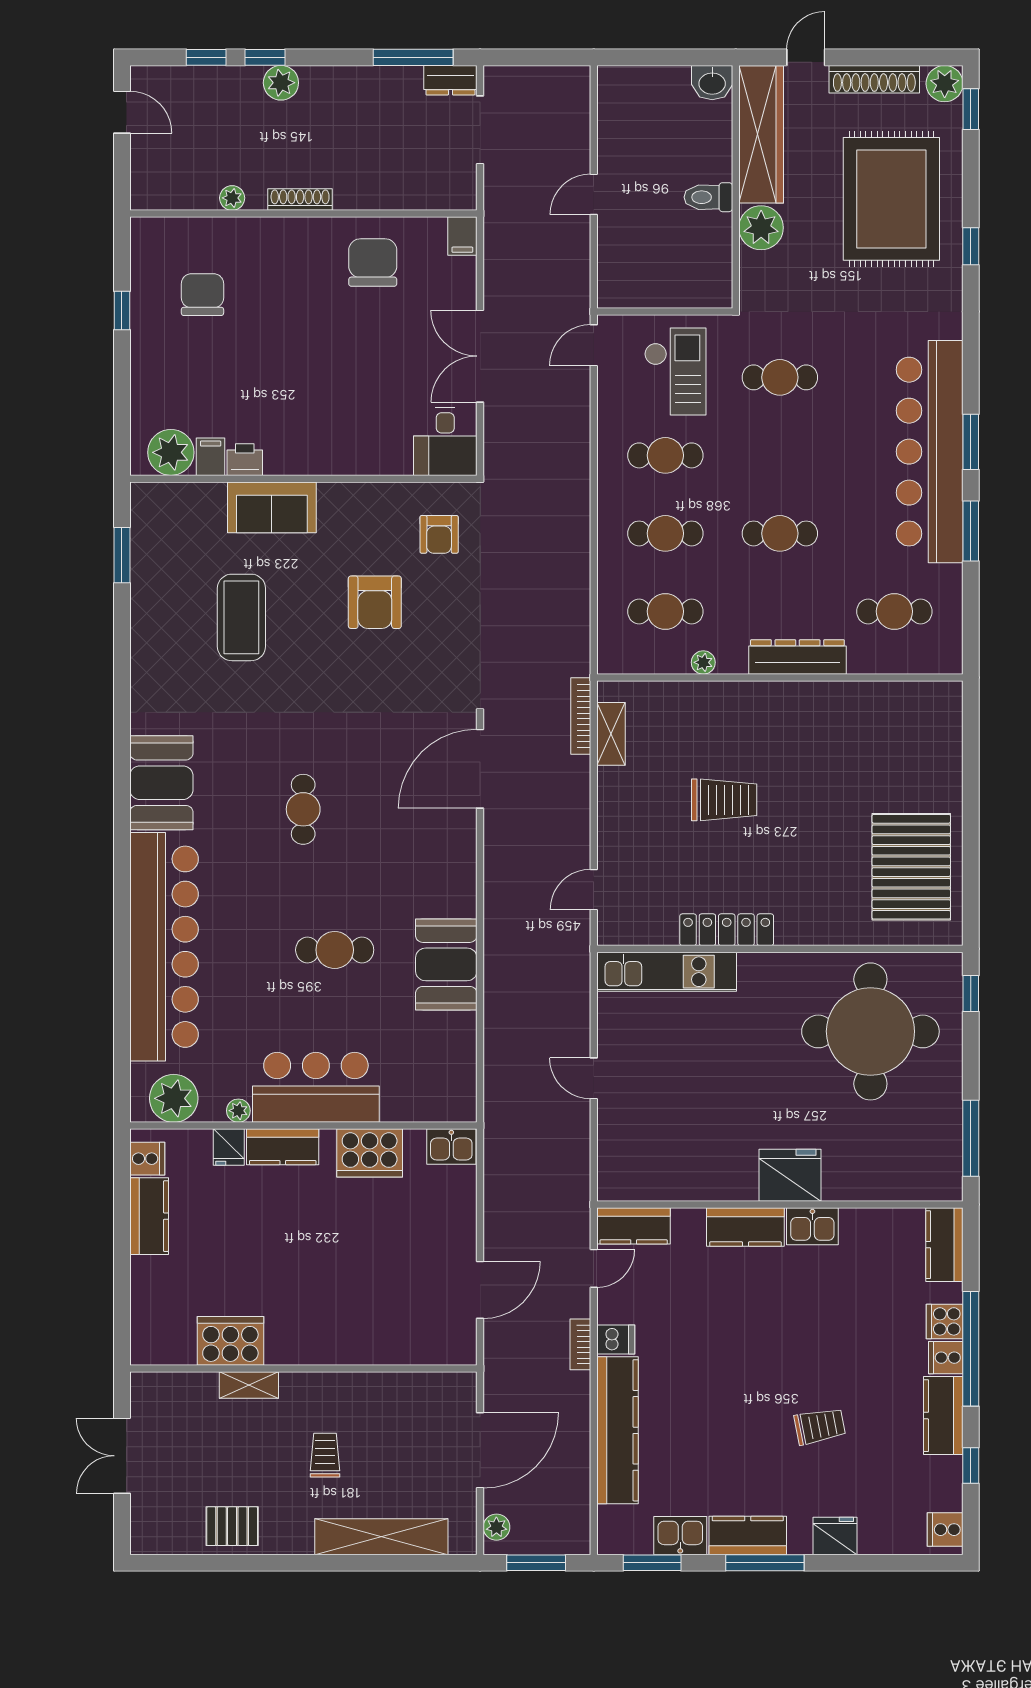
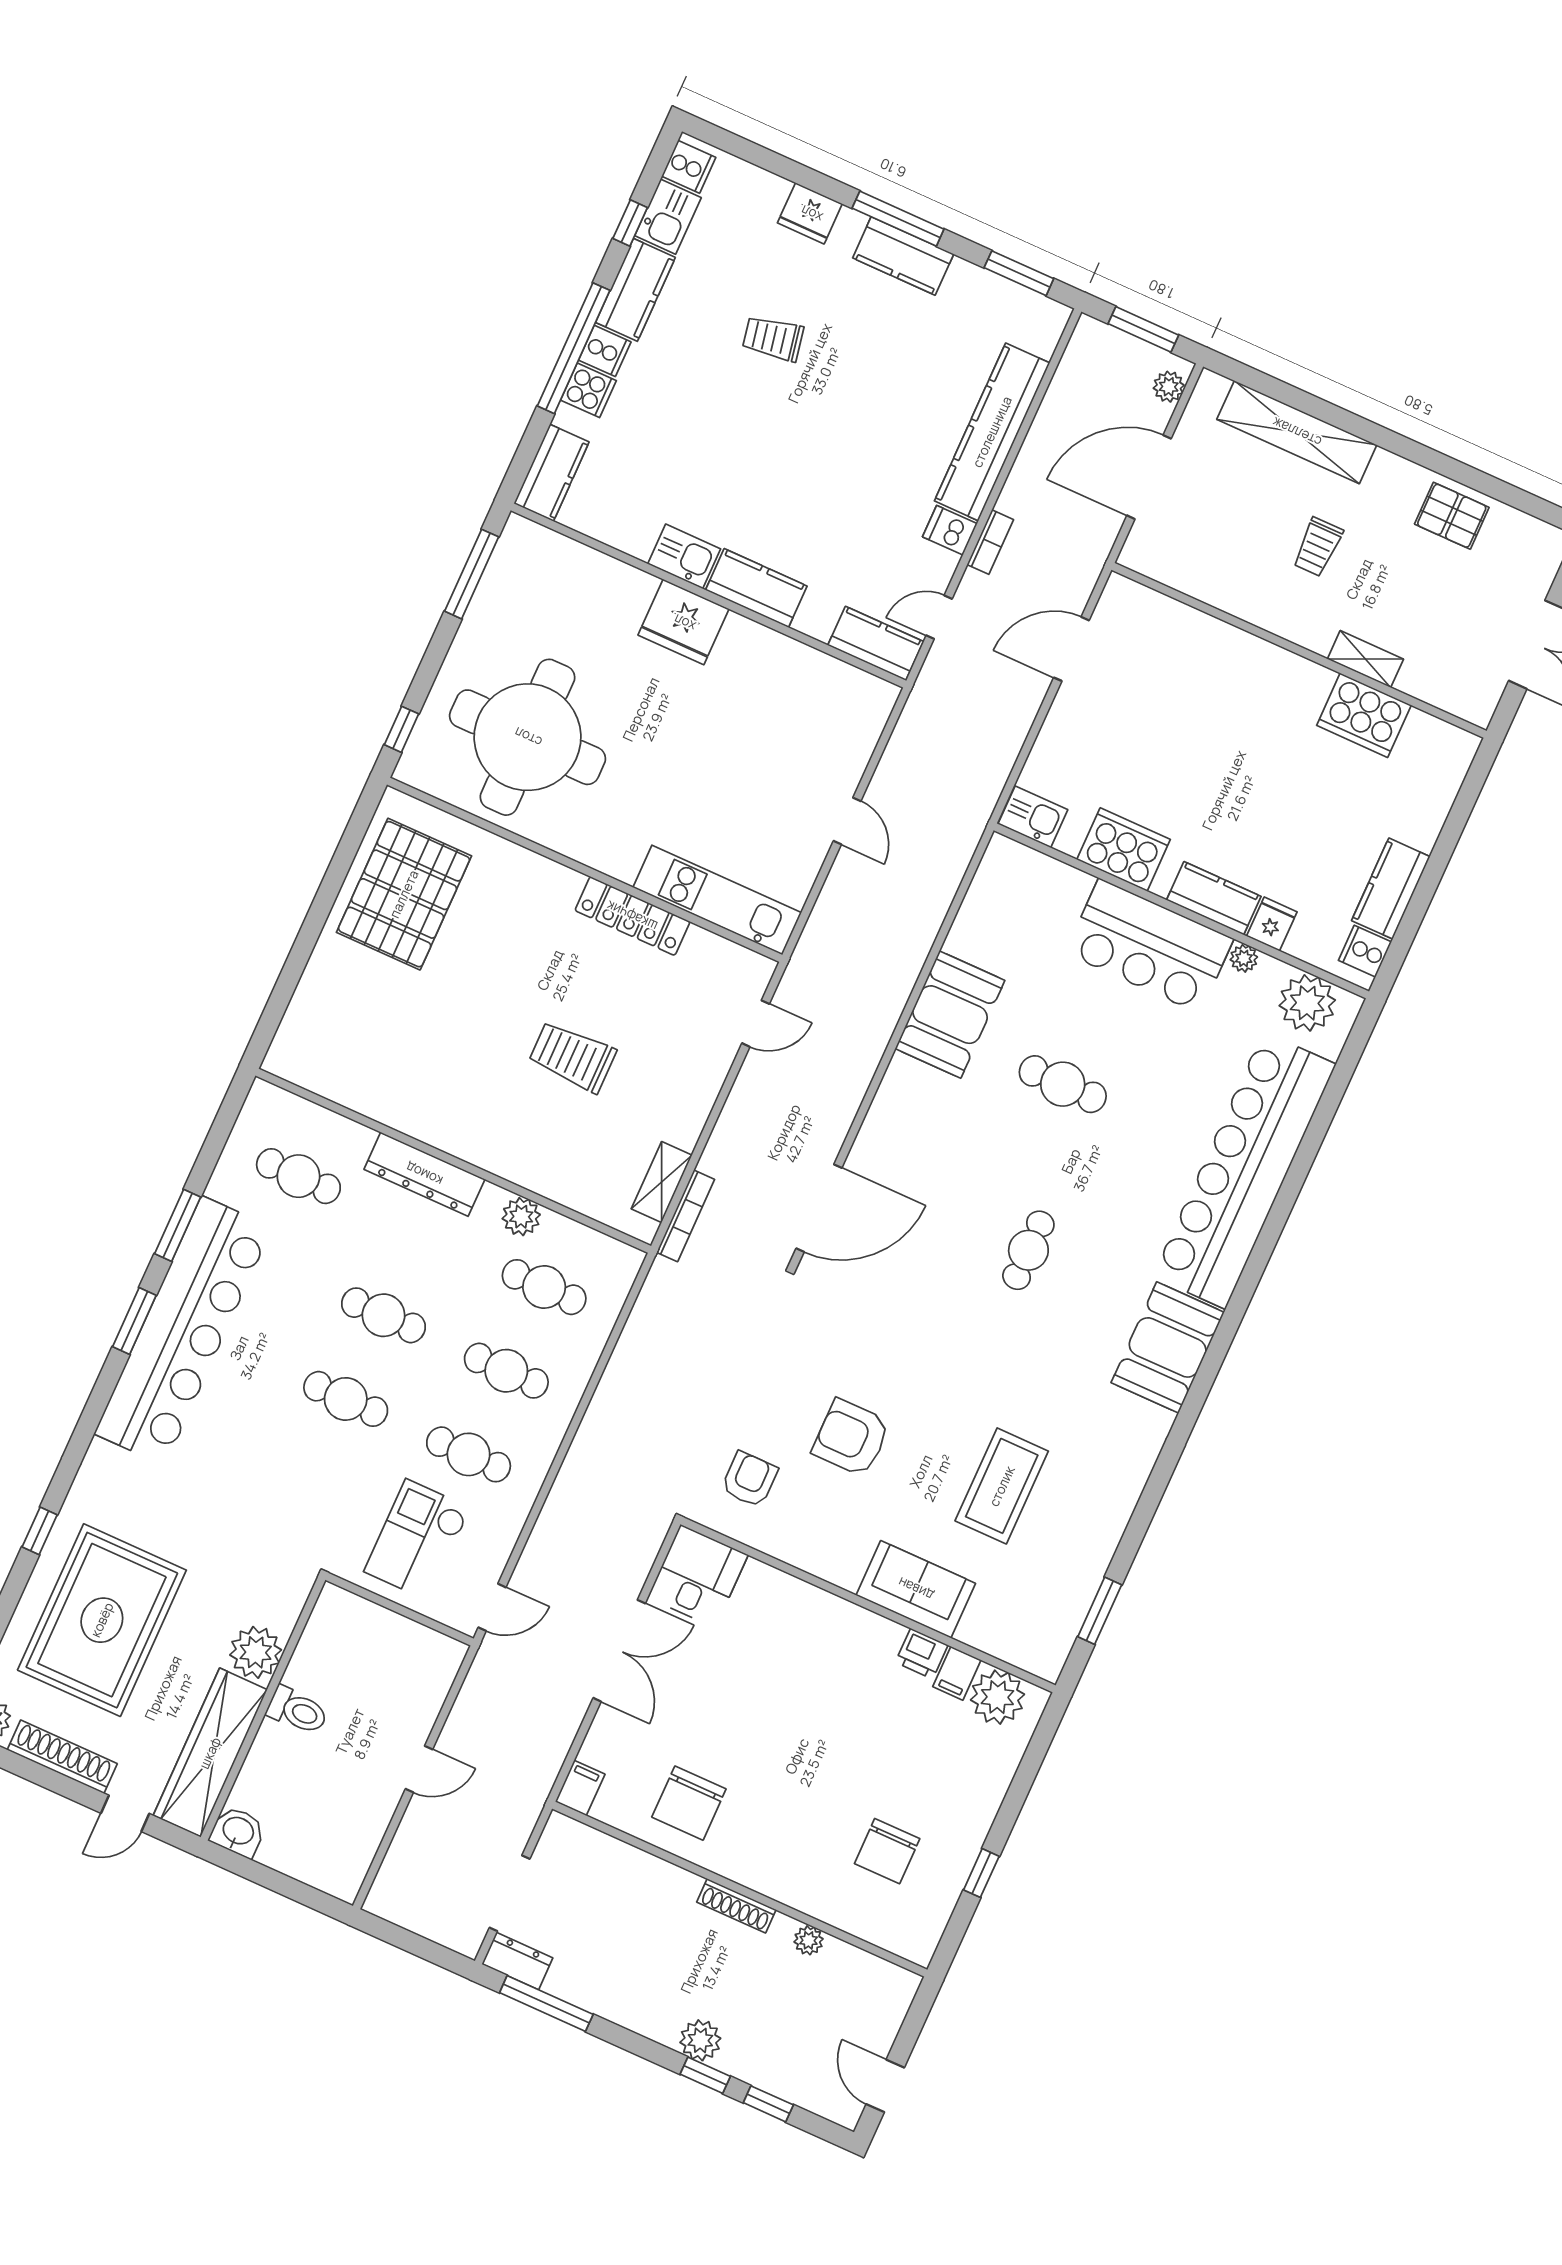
cafe table: (780, 377) -> (346, 1399), moved
armchair: (375, 602) -> (851, 1438), turned -90
plant: (703, 662) -> (521, 1217), width x1.38, depth x1.38
kitchen sink: (680, 1536) -> (668, 217), moved, turned -90

